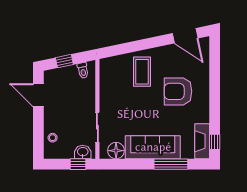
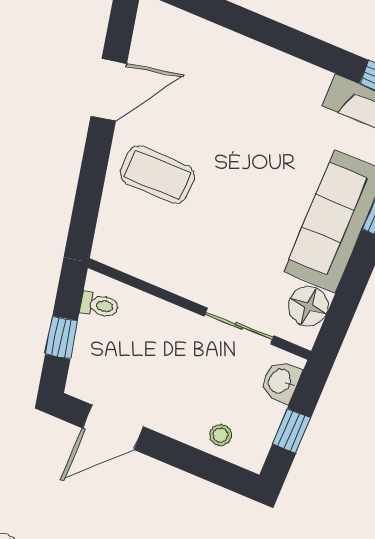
door: (185, 36) -> (109, 90), moved
armchair: (178, 91) -> (235, 113), removed
window: (78, 164) -> (292, 431), moved

